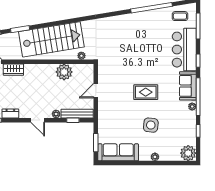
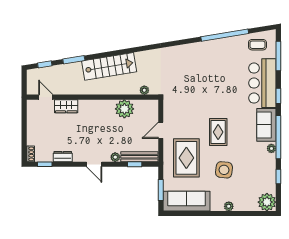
stairs: (51, 39) -> (109, 66), width x0.73, depth x0.66
rug: (146, 92) -> (218, 132), turned 90
rug: (118, 115) -> (186, 158), added

